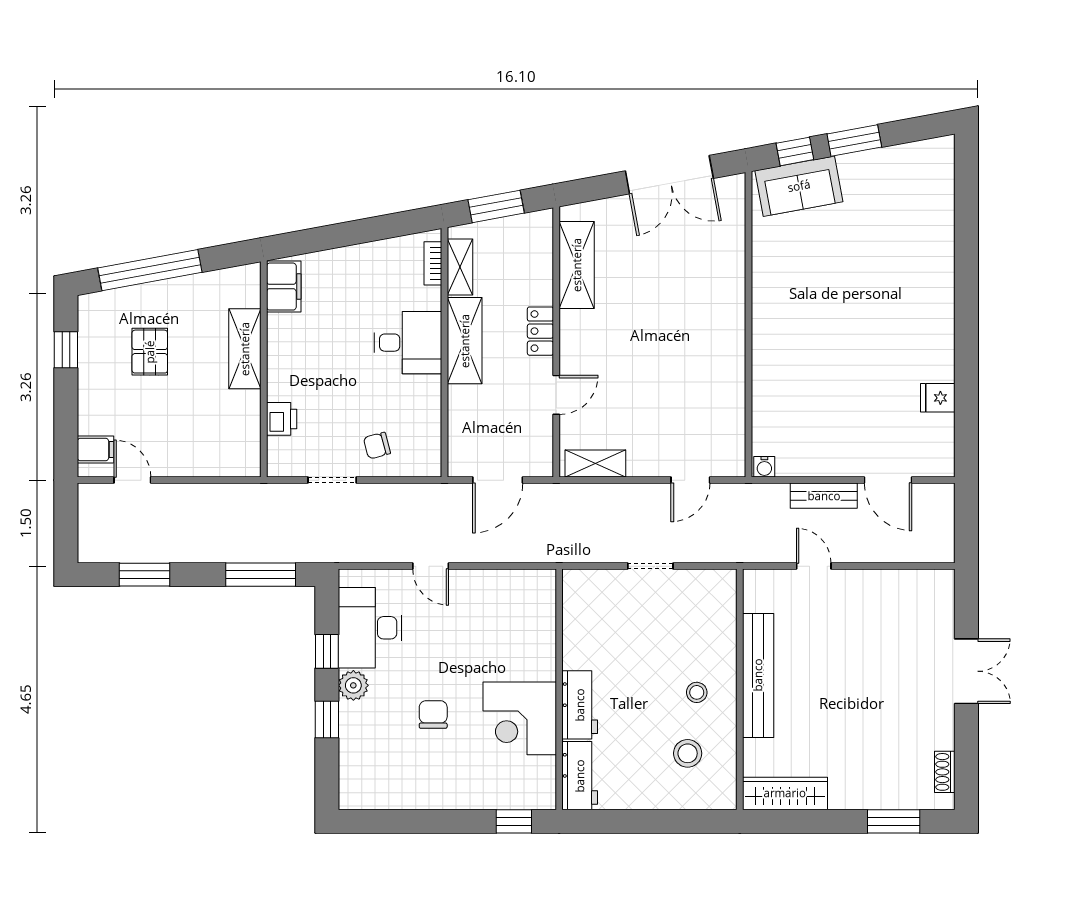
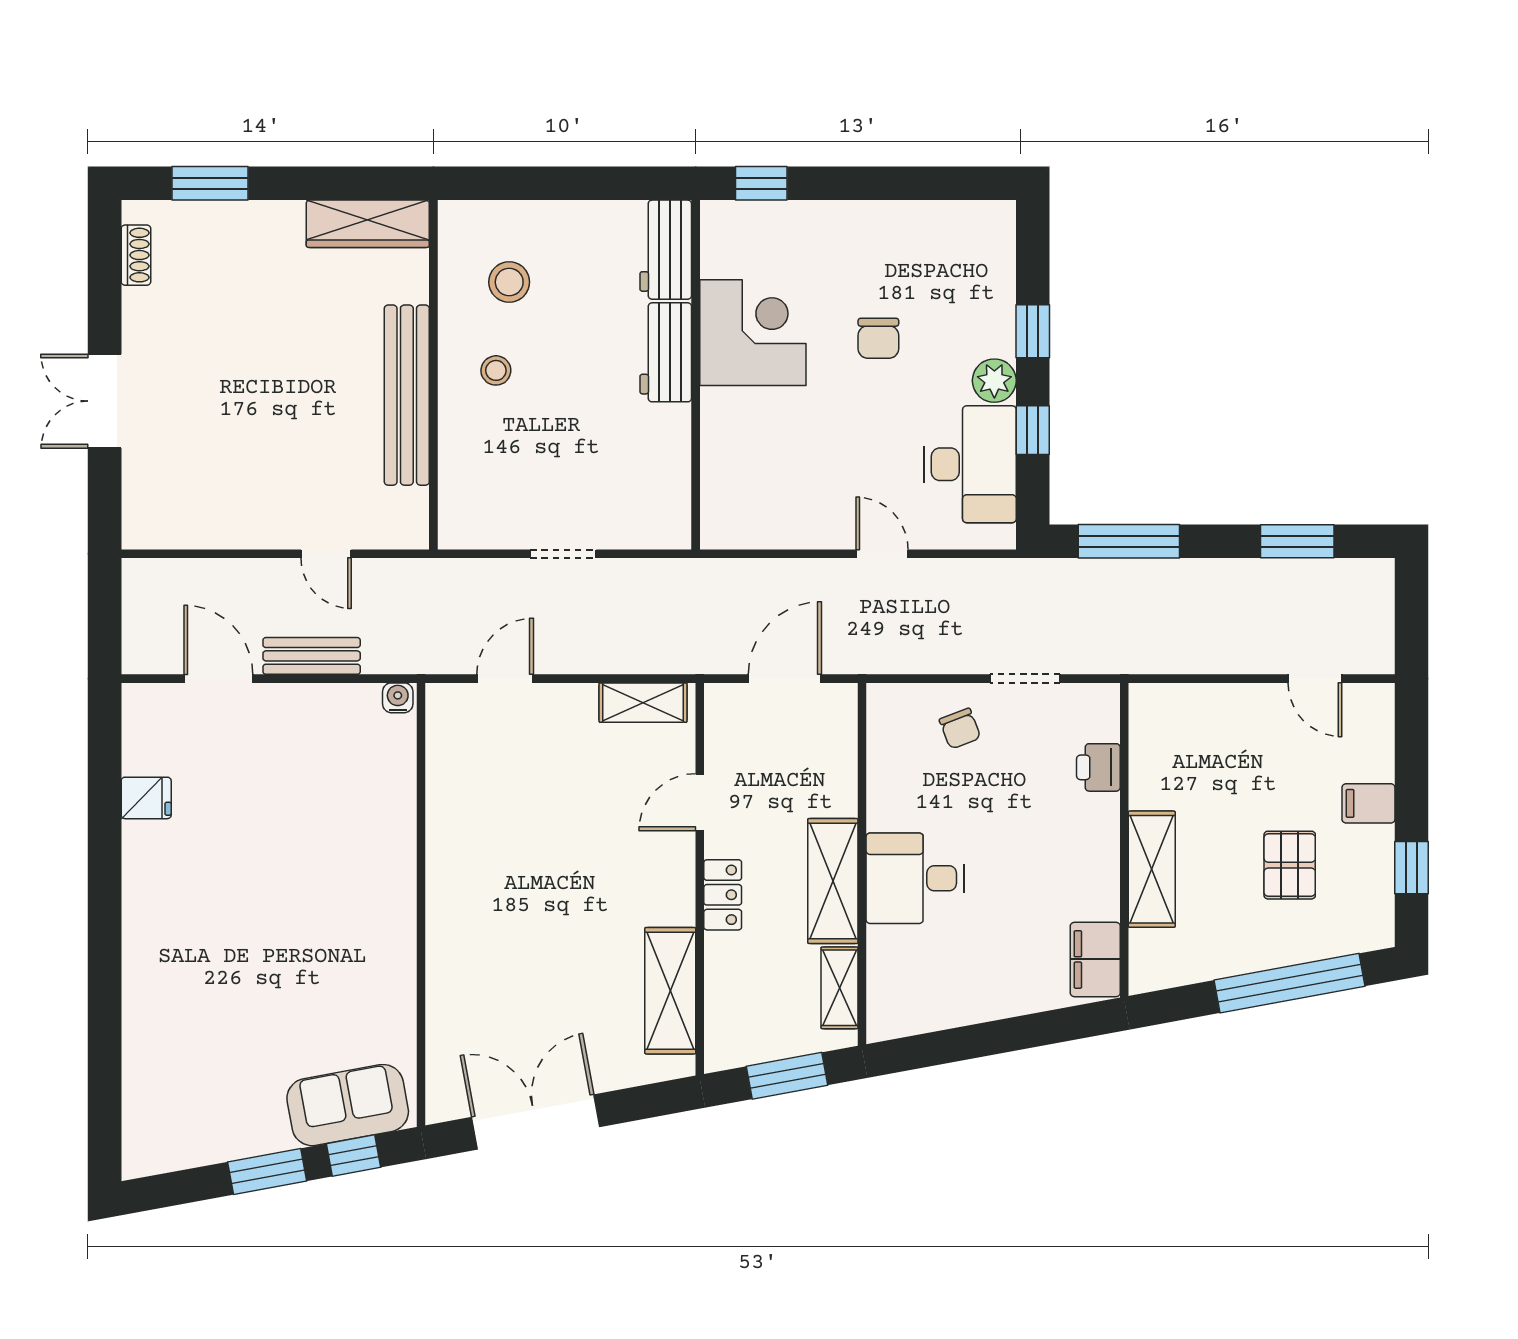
bookcase: (433, 263) -> (879, 993), removed
chair: (377, 446) -> (960, 729), turned 84
filing cabinet: (95, 450) -> (1368, 803), moved

